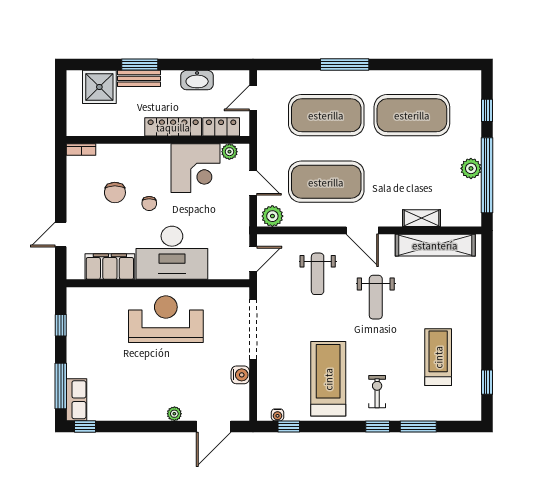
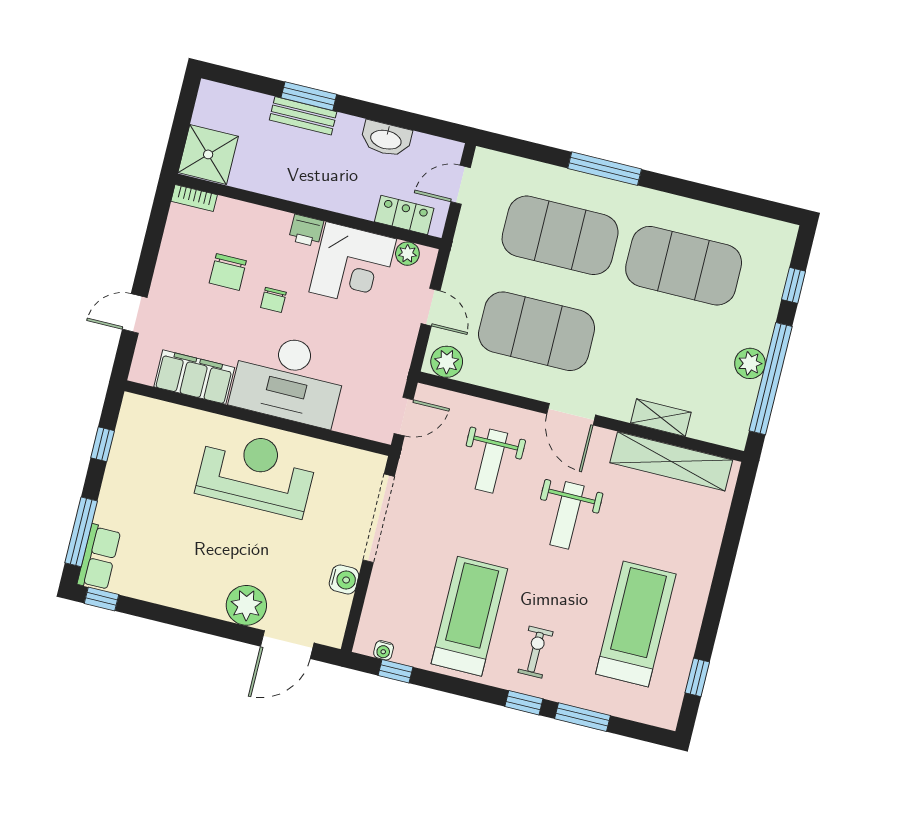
shower: (99, 87) -> (208, 154), moved
locker: (173, 127) -> (335, 198), removed
printer: (160, 153) -> (306, 231), added
treadmill: (438, 357) -> (636, 624), width x1.37, depth x1.38
plant: (174, 414) -> (246, 605), width x1.87, depth x1.87

